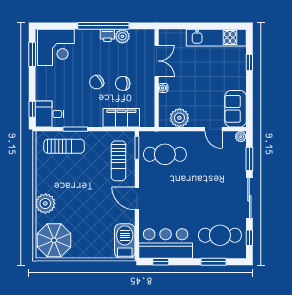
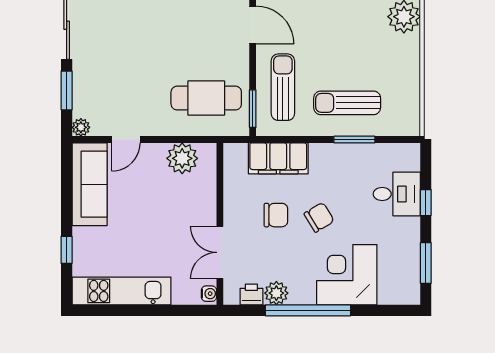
printer: (107, 35) -> (251, 294), moved
corner desk: (56, 47) -> (347, 275), moved
water cooler: (163, 88) -> (209, 294), moved
window: (32, 109) -> (426, 203), moved
sofa: (235, 109) -> (90, 184), width x1.36
desk: (50, 114) -> (397, 194), moved
door: (214, 129) -> (126, 140), swing flipped
sun lounger: (64, 146) -> (347, 103), moved

